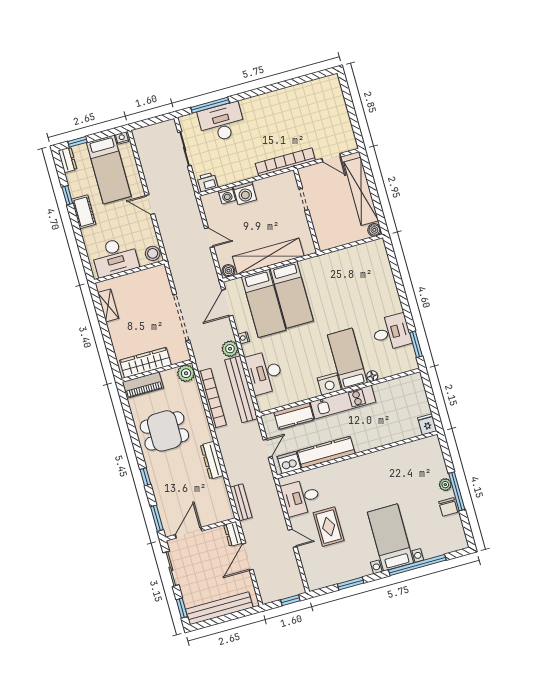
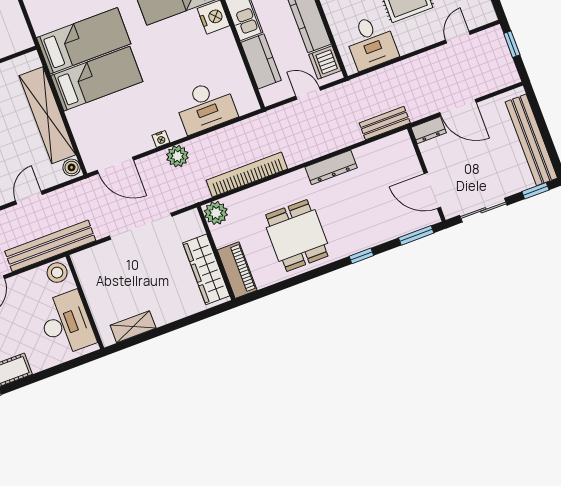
bed: (264, 303) -> (84, 41), moved
bench: (241, 389) -> (50, 246), moved
door: (293, 538) -> (458, 37), moved

